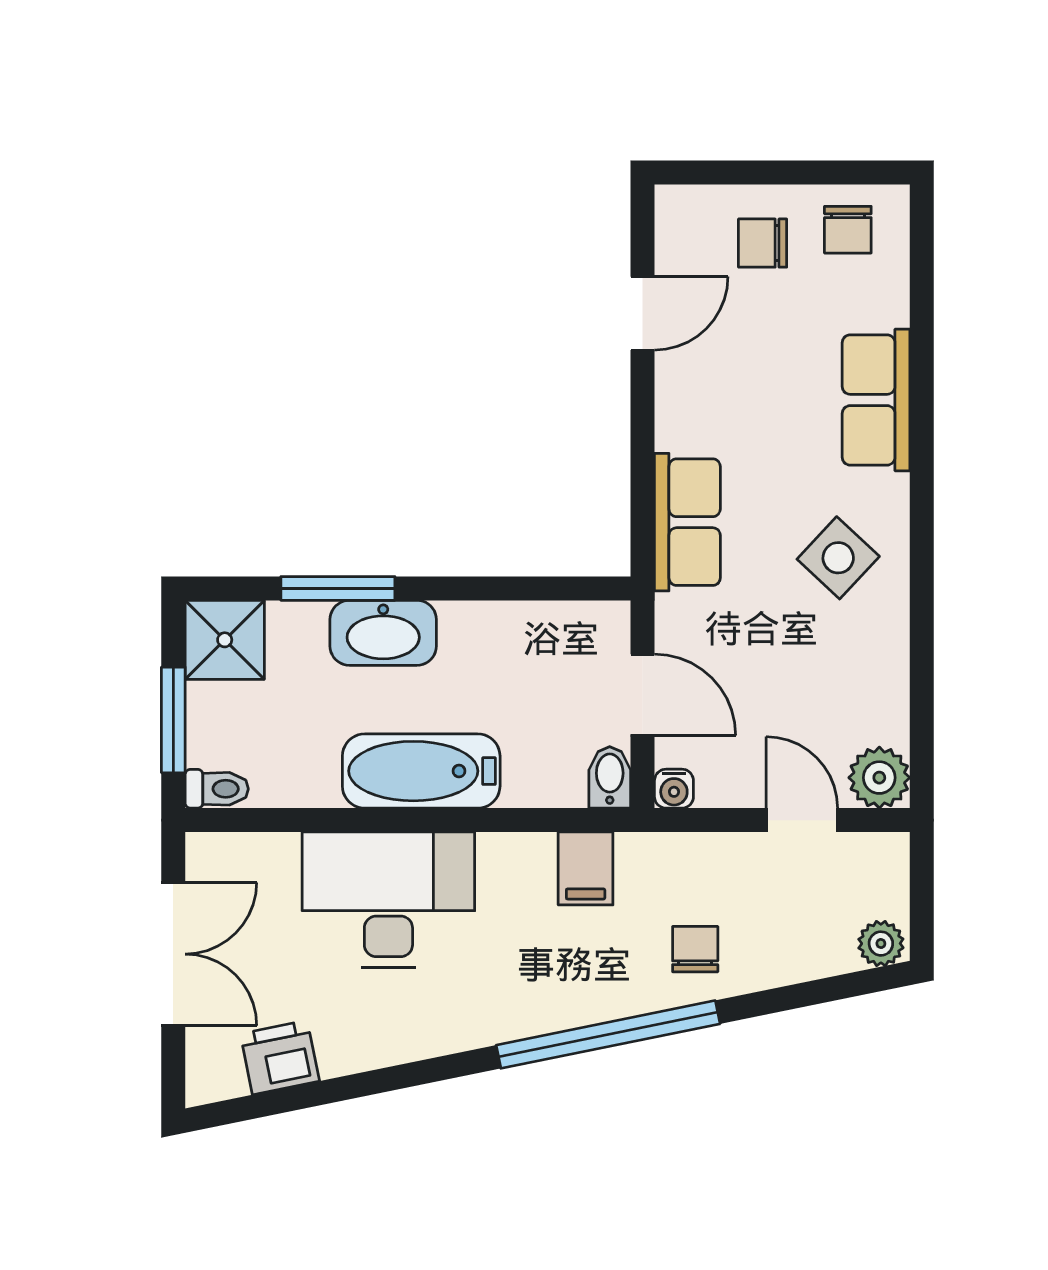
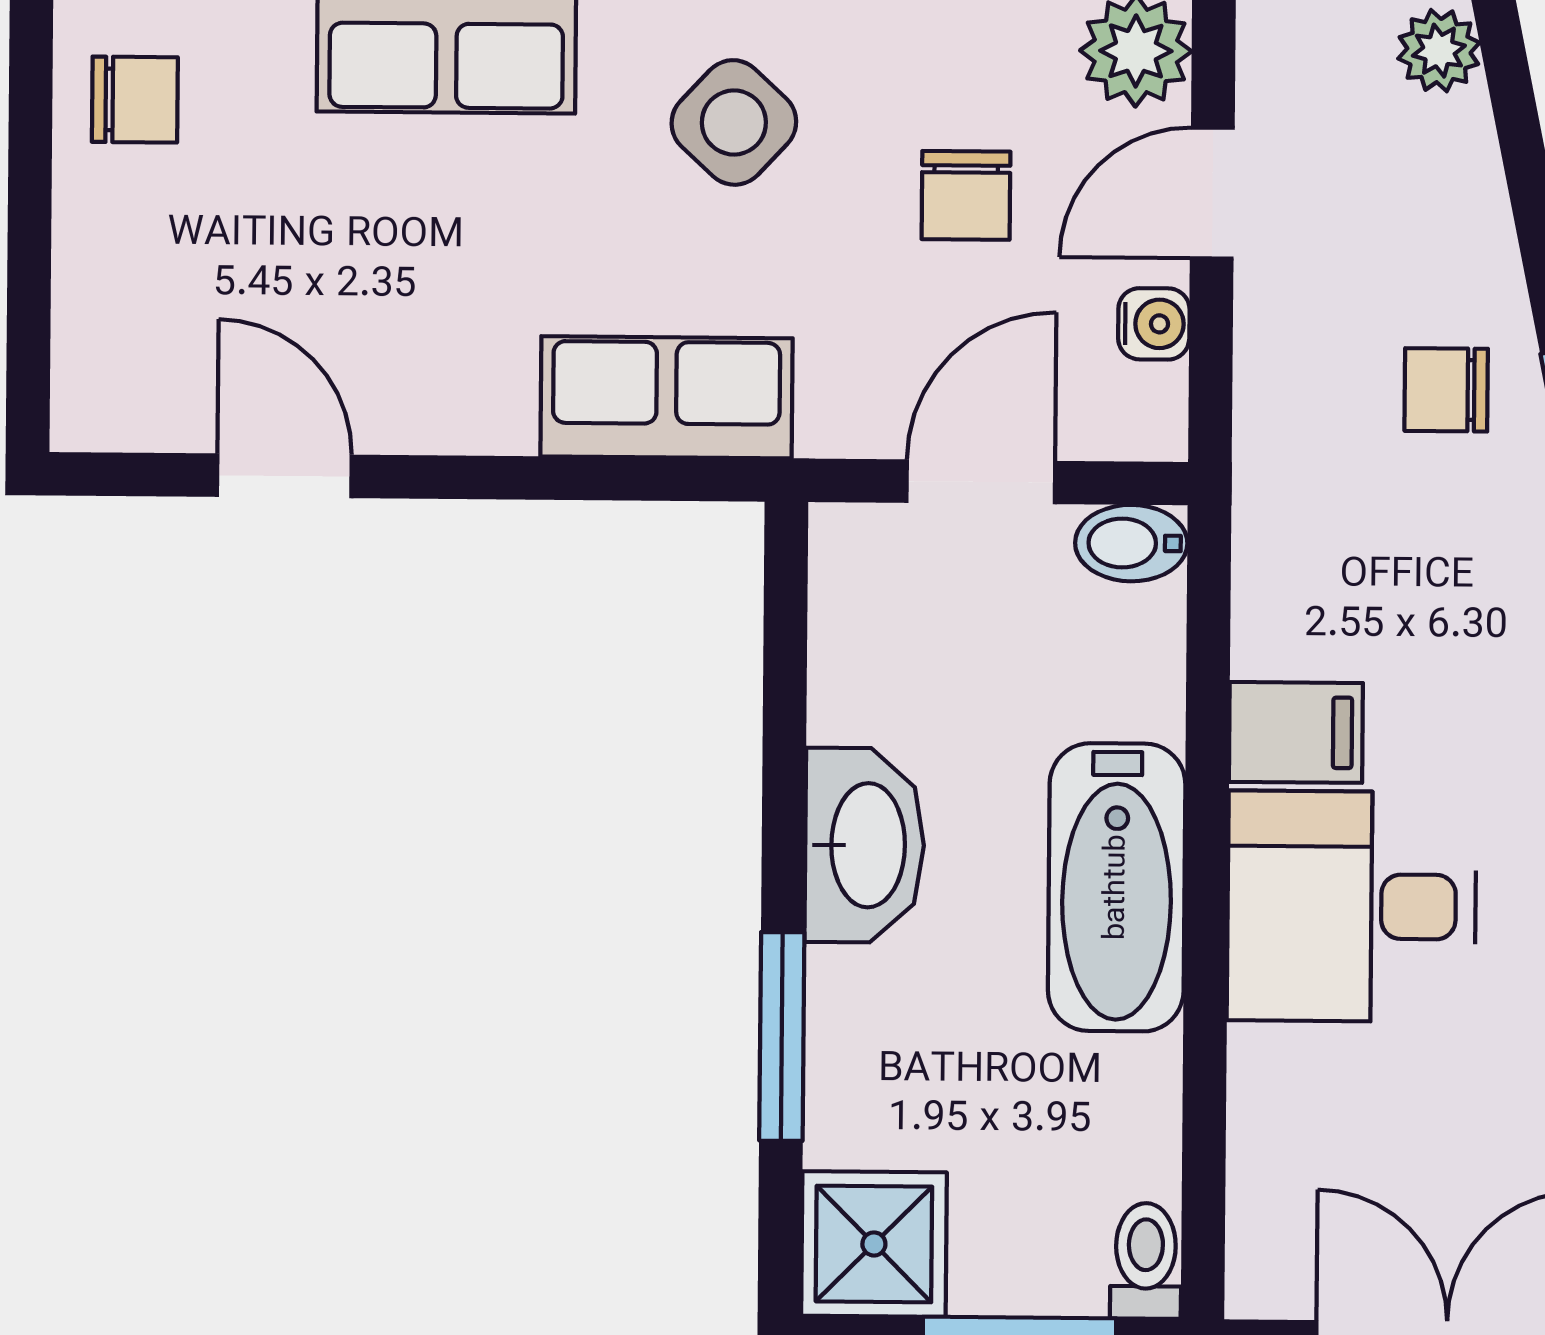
chair: (763, 243) -> (966, 195), moved
washbasin: (383, 633) -> (865, 845), moved
water cooler: (674, 789) -> (1154, 324), moved
filing cabinet: (586, 868) -> (1296, 732), moved
desk: (388, 900) -> (1352, 906), width x0.73

